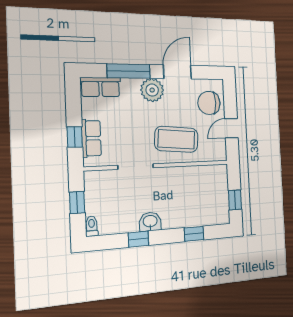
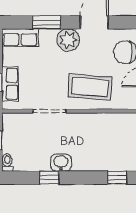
window: (129, 71) -> (47, 22), width x0.69
window: (194, 234) -> (117, 178), moved

